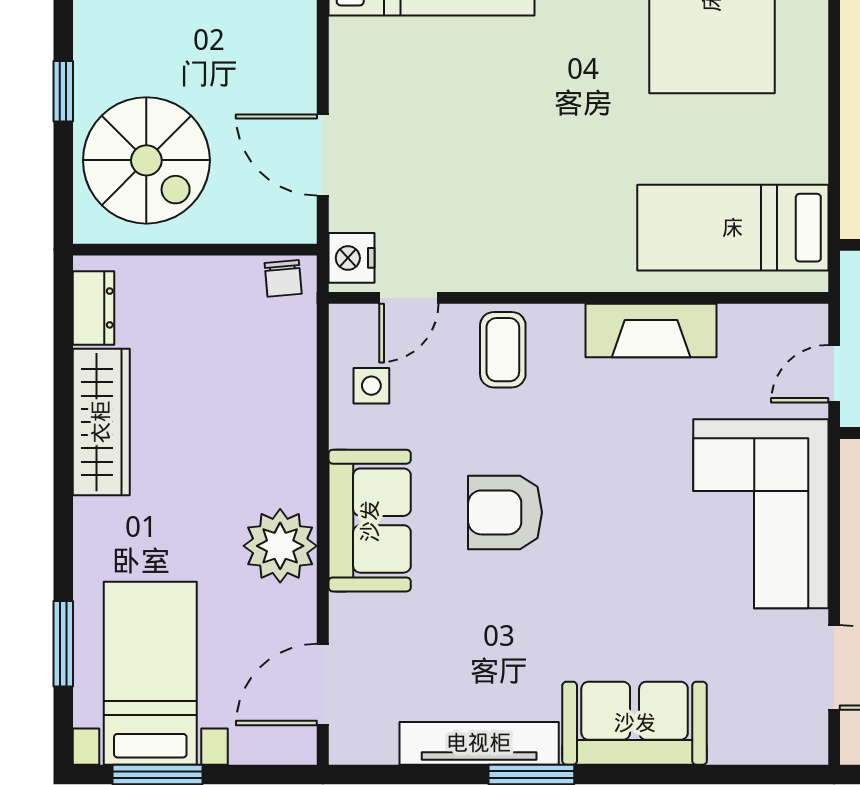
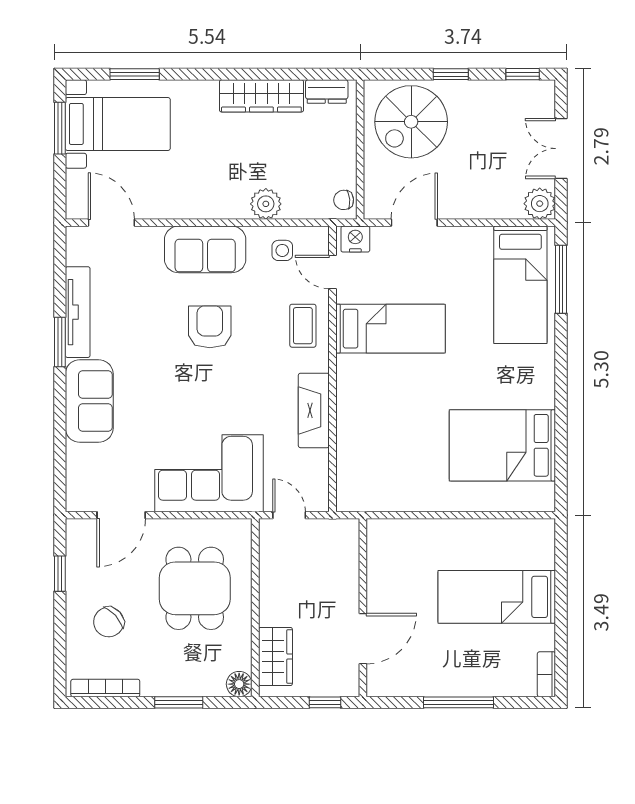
bed: (733, 228) -> (390, 329), moved, turned 90
coffee table: (503, 350) -> (303, 326), turned 90
plant: (280, 546) -> (266, 204), moved, width x0.73, depth x0.73

